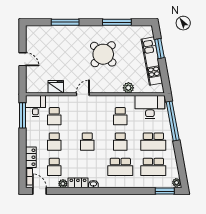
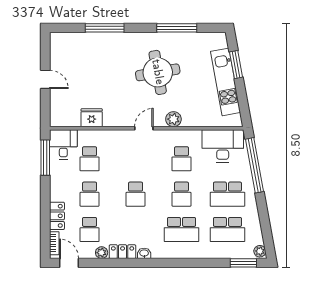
round table: (103, 54) -> (158, 72), turned 37
plant: (128, 88) -> (173, 119), moved
door: (83, 94) -> (144, 128), moved

